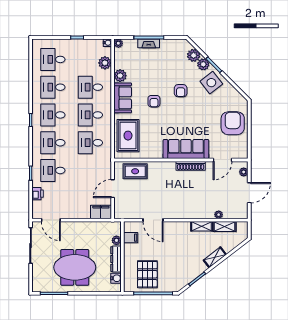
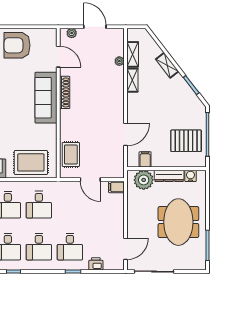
filing cabinet: (101, 212) -> (116, 187), width x0.50
plant: (116, 240) -> (144, 180), width x1.88, depth x1.88

